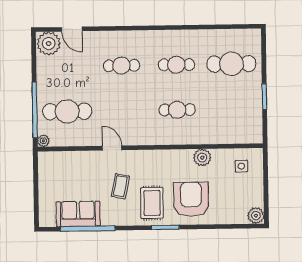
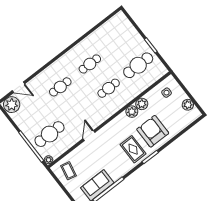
cafe table: (231, 64) -> (138, 65), moved
door: (112, 148) -> (89, 136), hinge flipped
plant: (184, 158) -> (132, 112), added
coffee table: (120, 186) -> (69, 171), moved
plant: (256, 216) -> (188, 105), moved

